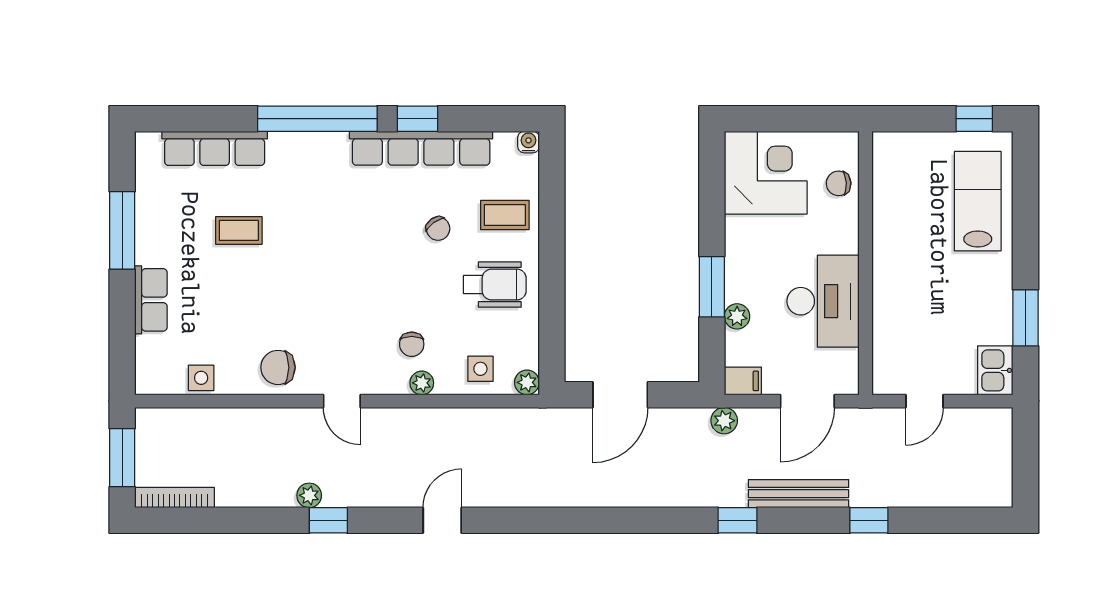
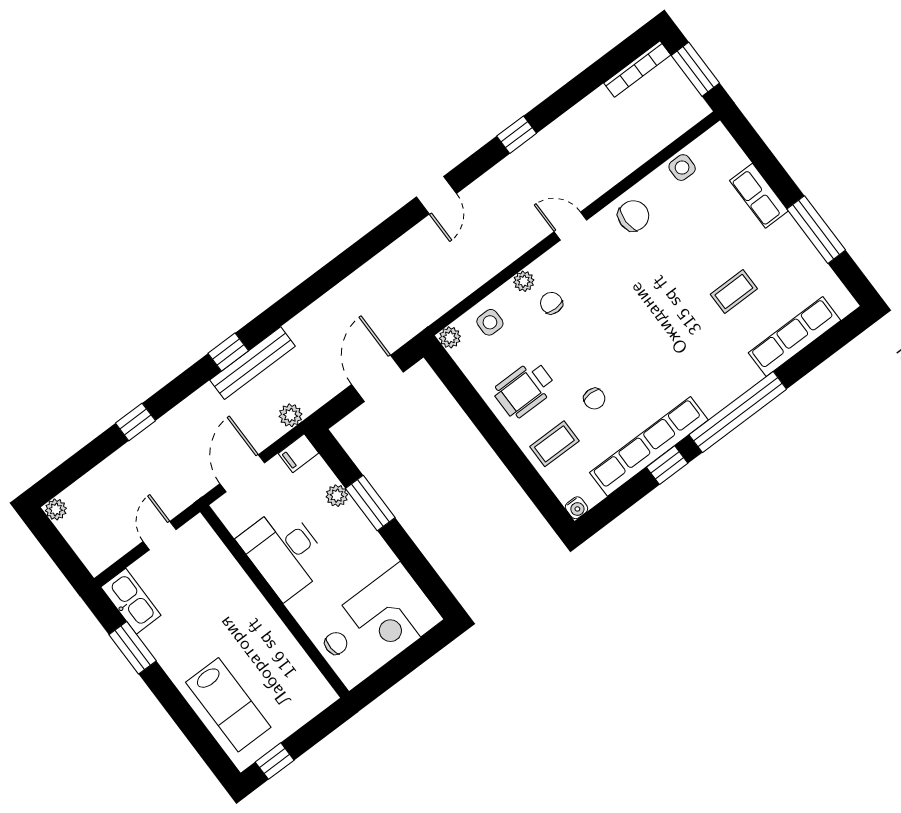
chair: (438, 229) -> (594, 399), turned -144
kitchen sink: (995, 370) -> (131, 601), width x1.38
bench: (799, 494) -> (253, 363), moved
plant: (309, 495) -> (56, 509), moved

